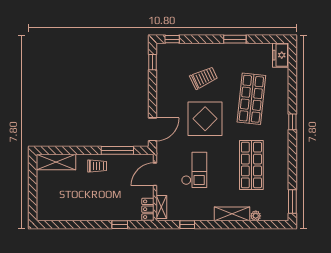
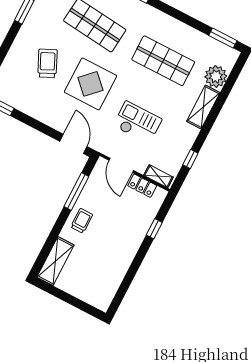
locker: (148, 209) -> (142, 186), moved
plant: (256, 216) -> (216, 76), width x1.87, depth x1.87

